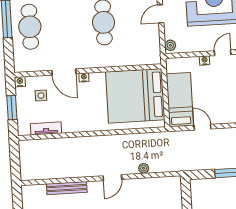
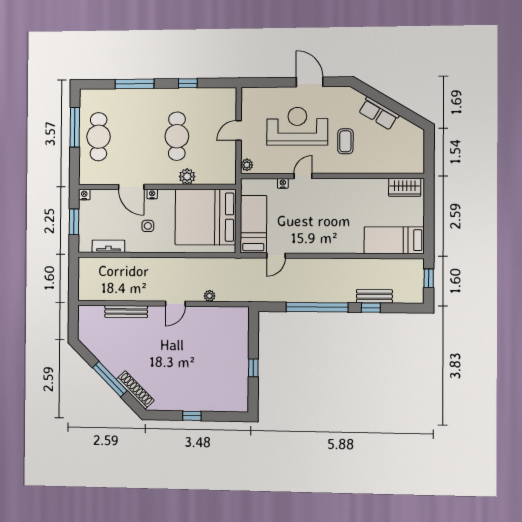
plant: (116, 59) -> (187, 177), added
side table: (41, 96) -> (148, 226), moved
door: (203, 127) -> (276, 256), swing flipped

